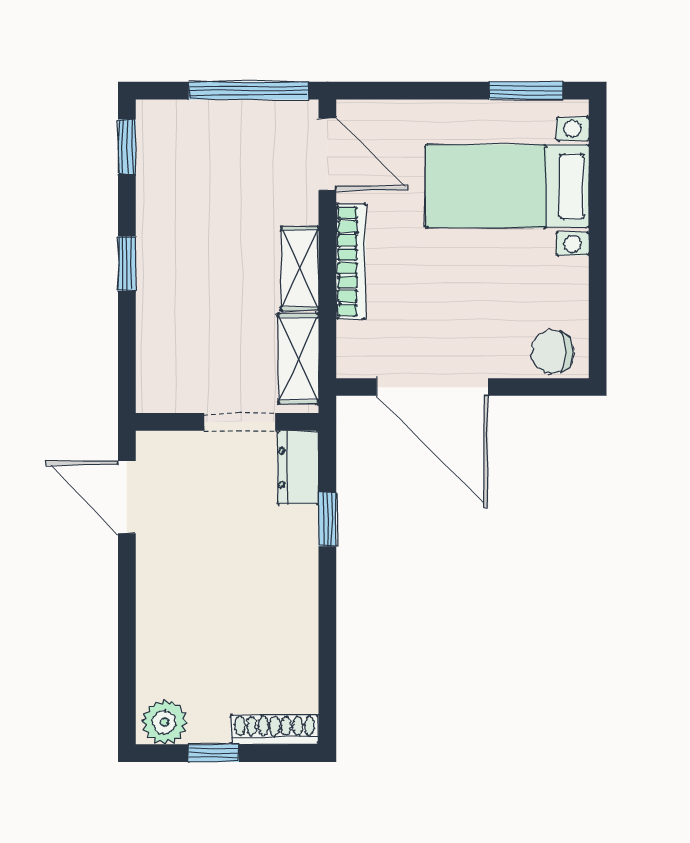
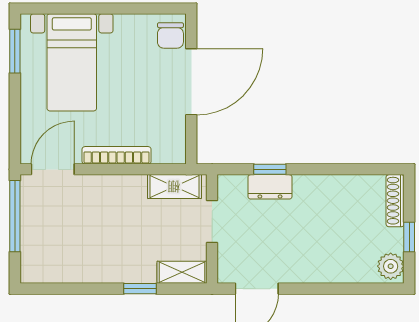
window: (127, 147) -> (48, 289), removed
window: (127, 264) -> (140, 289), moved
shelving: (300, 268) -> (182, 272), moved
door: (432, 387) -> (191, 82), moved
dresser: (298, 468) -> (270, 187), moved

